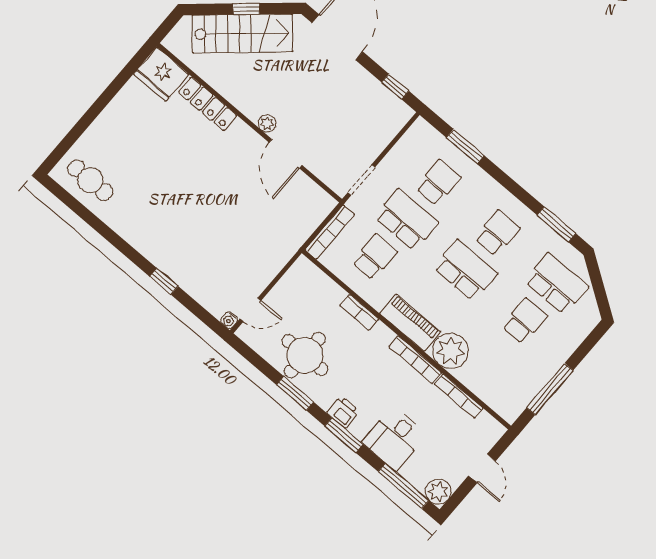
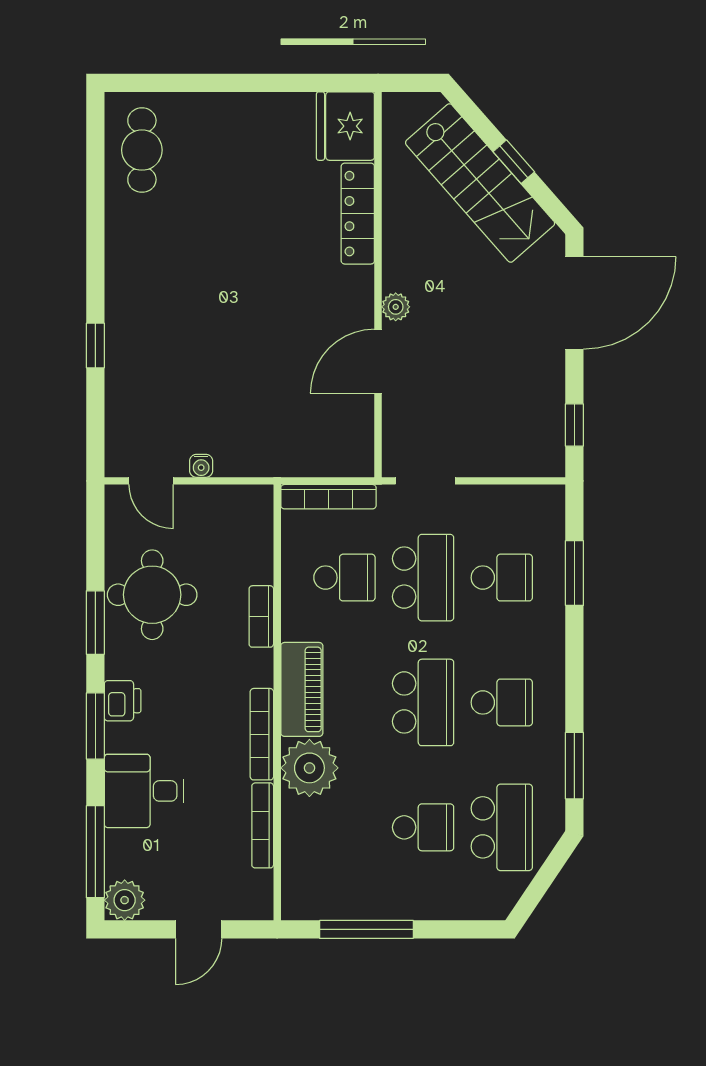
water cooler: (229, 320) -> (201, 466), moved, turned -90

